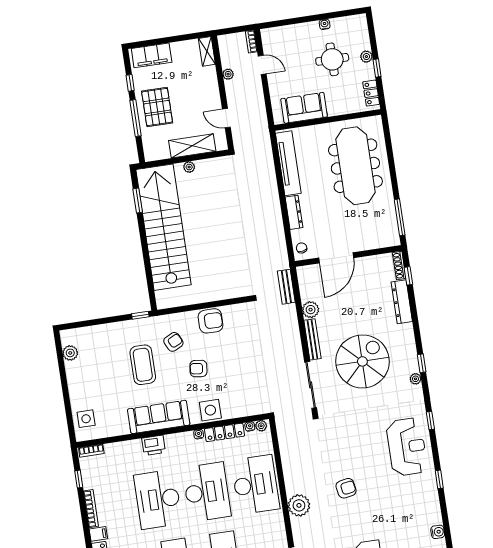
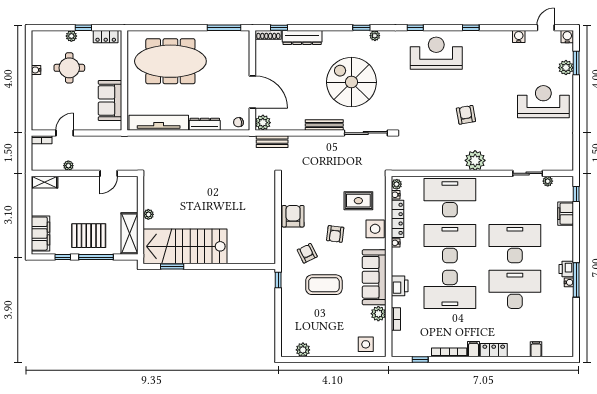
shelving: (192, 146) -> (129, 233), moved
stairs: (164, 227) -> (185, 246), width x0.73
plant: (311, 310) -> (263, 123), moved
rug: (238, 388) -> (358, 201), added
plant: (121, 427) -> (378, 314), added
bookcase: (91, 451) -> (396, 319), moved

